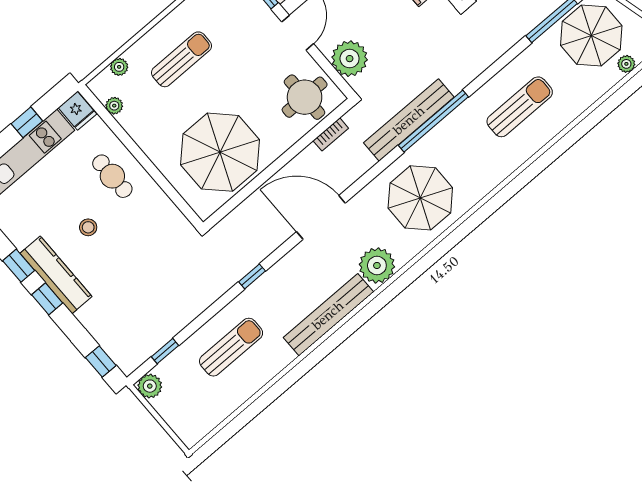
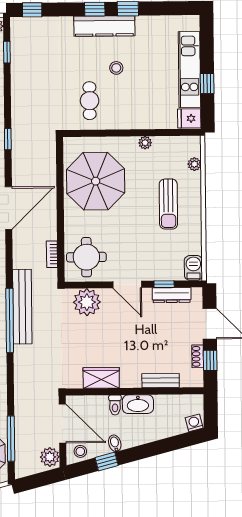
plant: (114, 106) -> (145, 143), moved
cafe table: (112, 176) -> (90, 101), moved, turned 90

